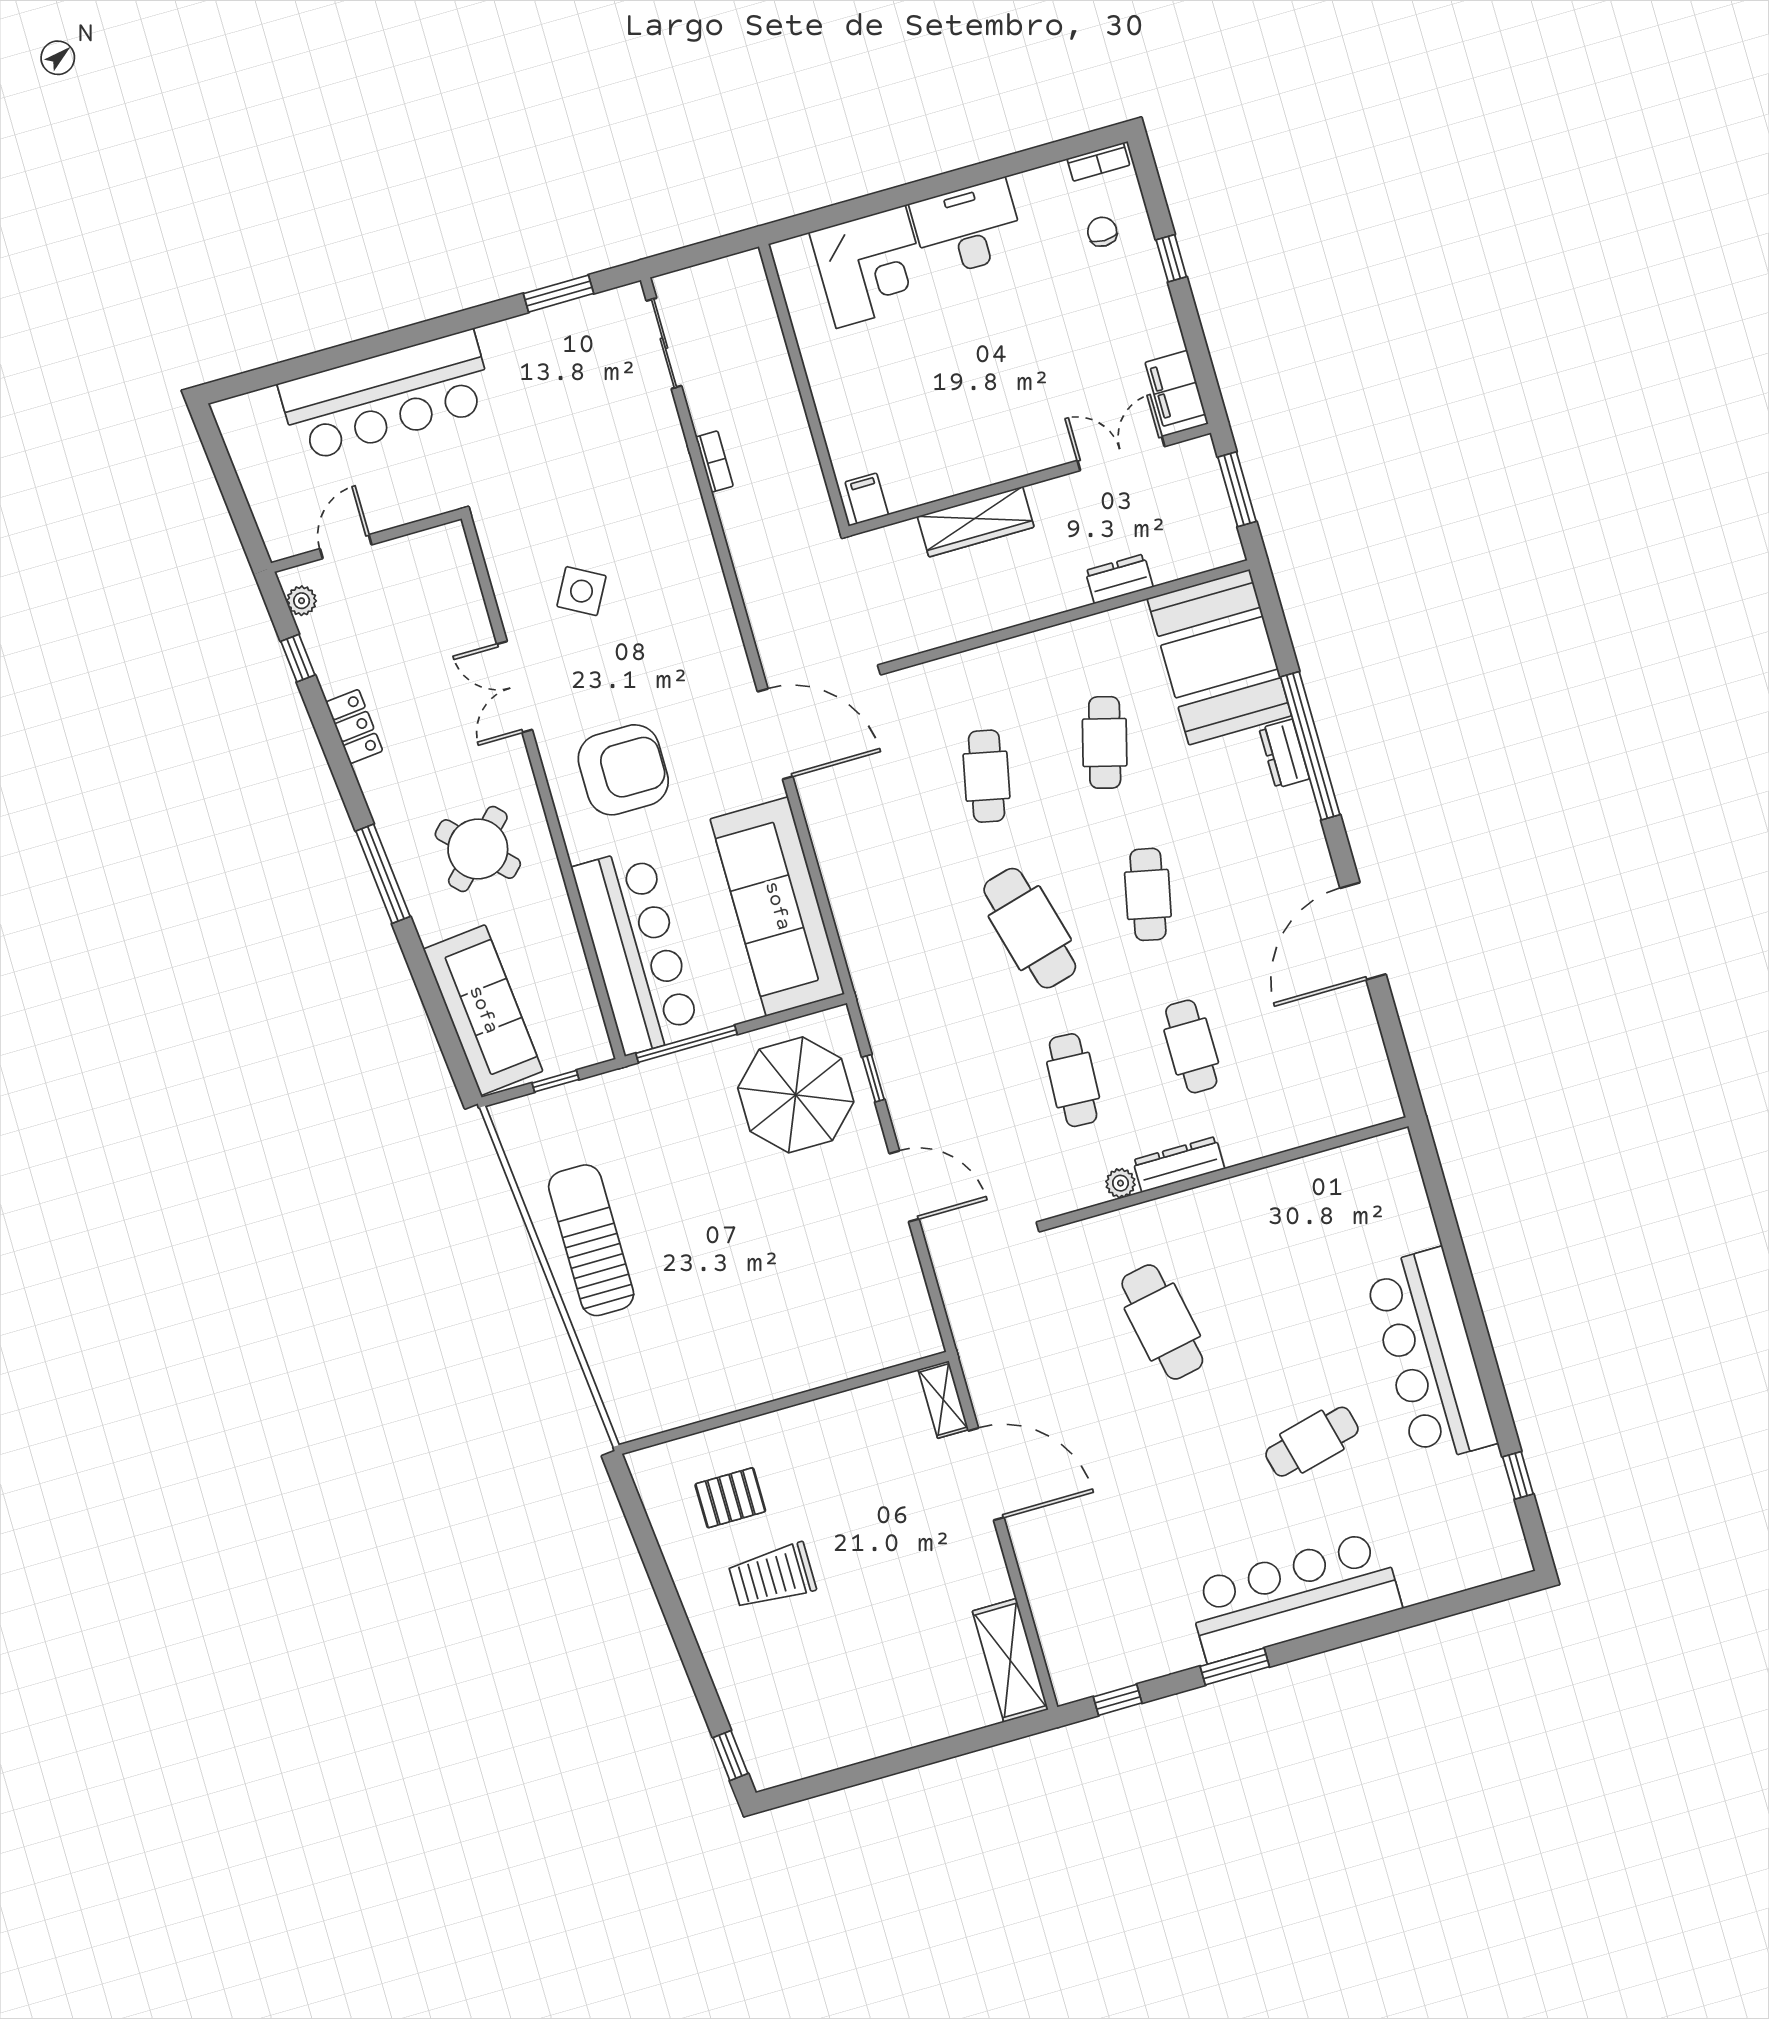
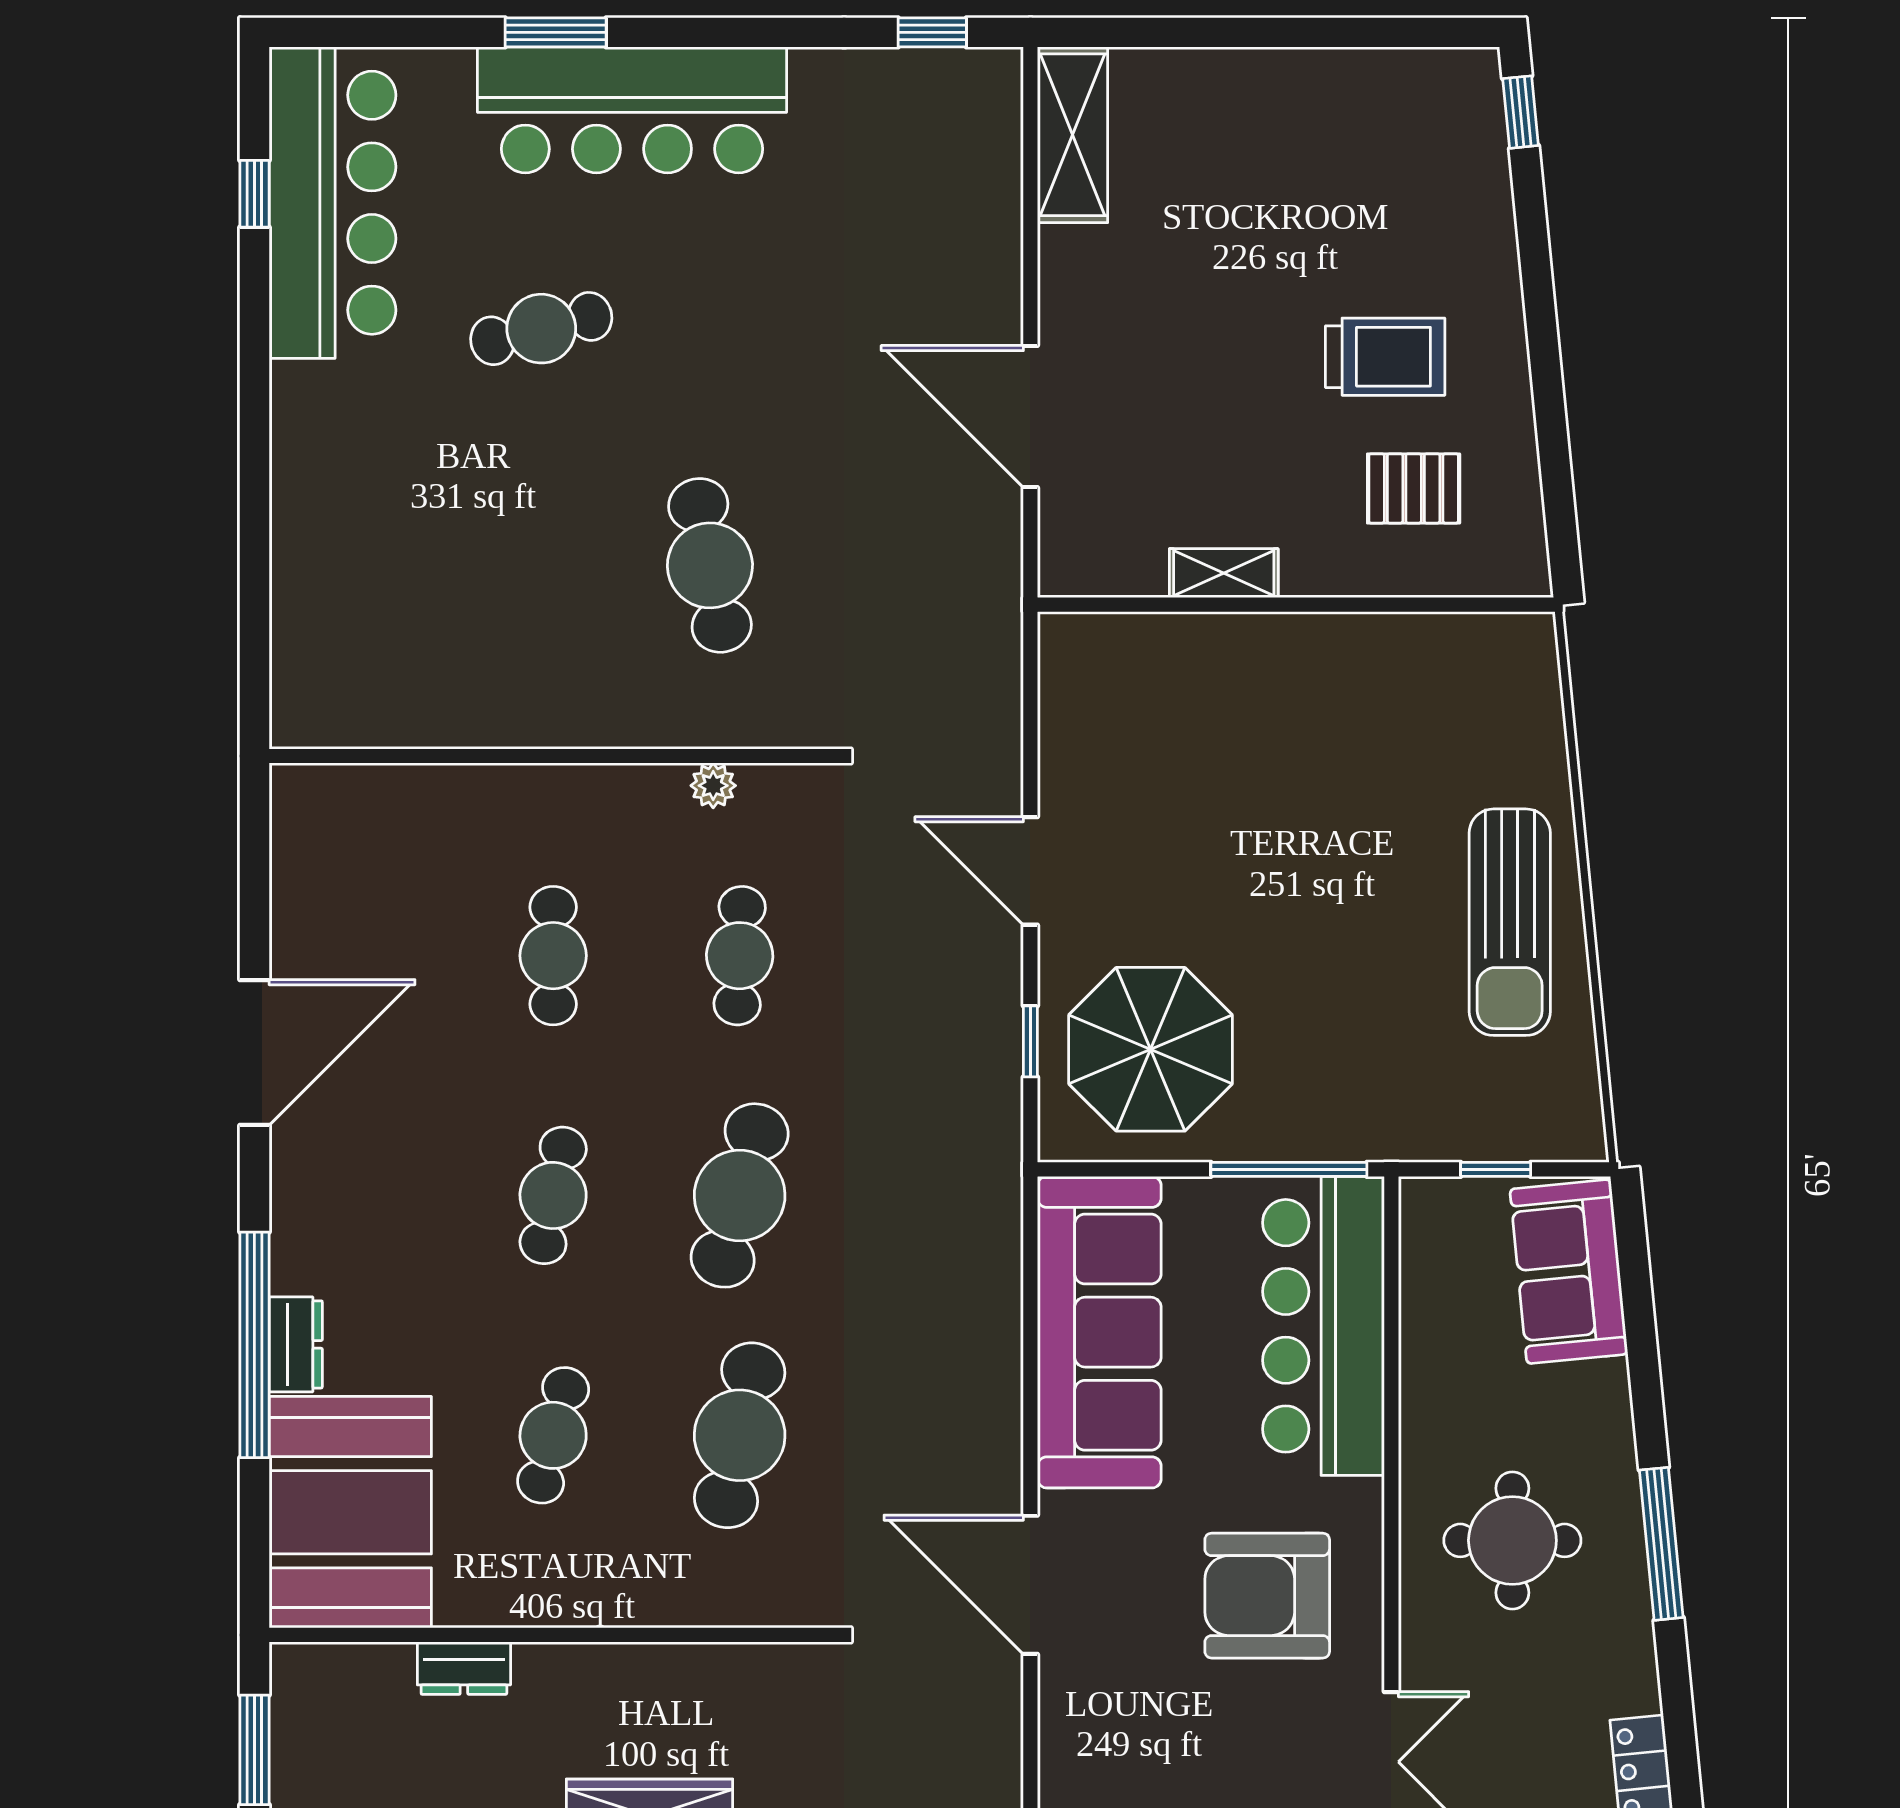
cafe table: (986, 776) -> (740, 1435), width x1.37, depth x1.35
round table: (478, 849) -> (1512, 1540), turned 45
cafe table: (1030, 928) -> (740, 1195), turned 30
sofa: (483, 1010) -> (1569, 1272), width x0.73
dresser: (1179, 1164) -> (620, 789), removed
bar counter: (1431, 1356) -> (332, 203), moved
shelving: (943, 1400) -> (1224, 573), moved, turned 90
window: (1235, 1667) -> (556, 32), moved

